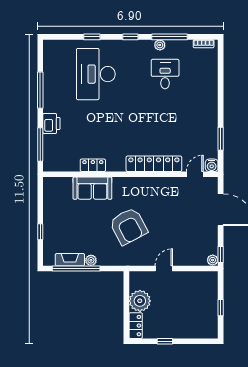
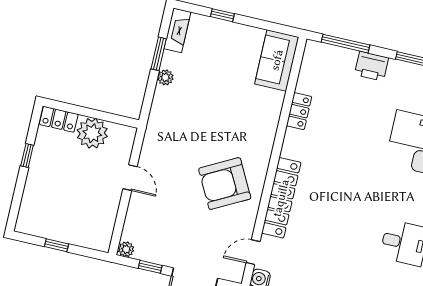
door: (195, 174) -> (253, 252), swing flipped
sofa: (92, 188) -> (277, 60), moved
armchair: (128, 226) -> (225, 184), moved
window: (221, 255) -> (150, 267), moved
fireplace: (70, 260) -> (177, 30), moved
window: (76, 269) -> (159, 54), width x0.47

